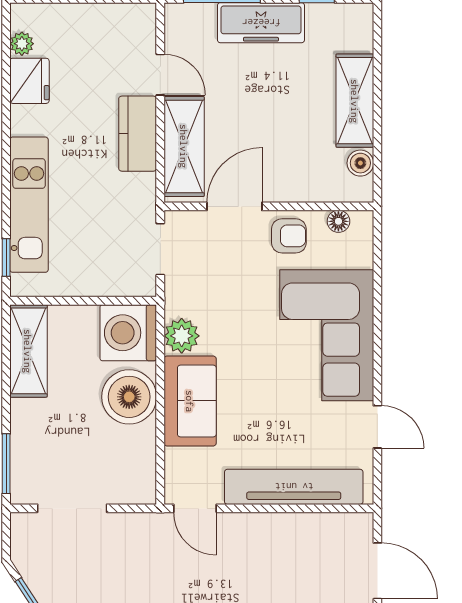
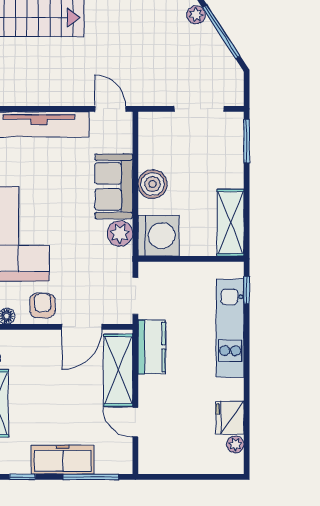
kitchen counter: (138, 134) -> (152, 347), moved
armchair: (289, 236) -> (42, 306), turned 90
boiler: (129, 397) -> (153, 184), width x0.73, depth x0.73

